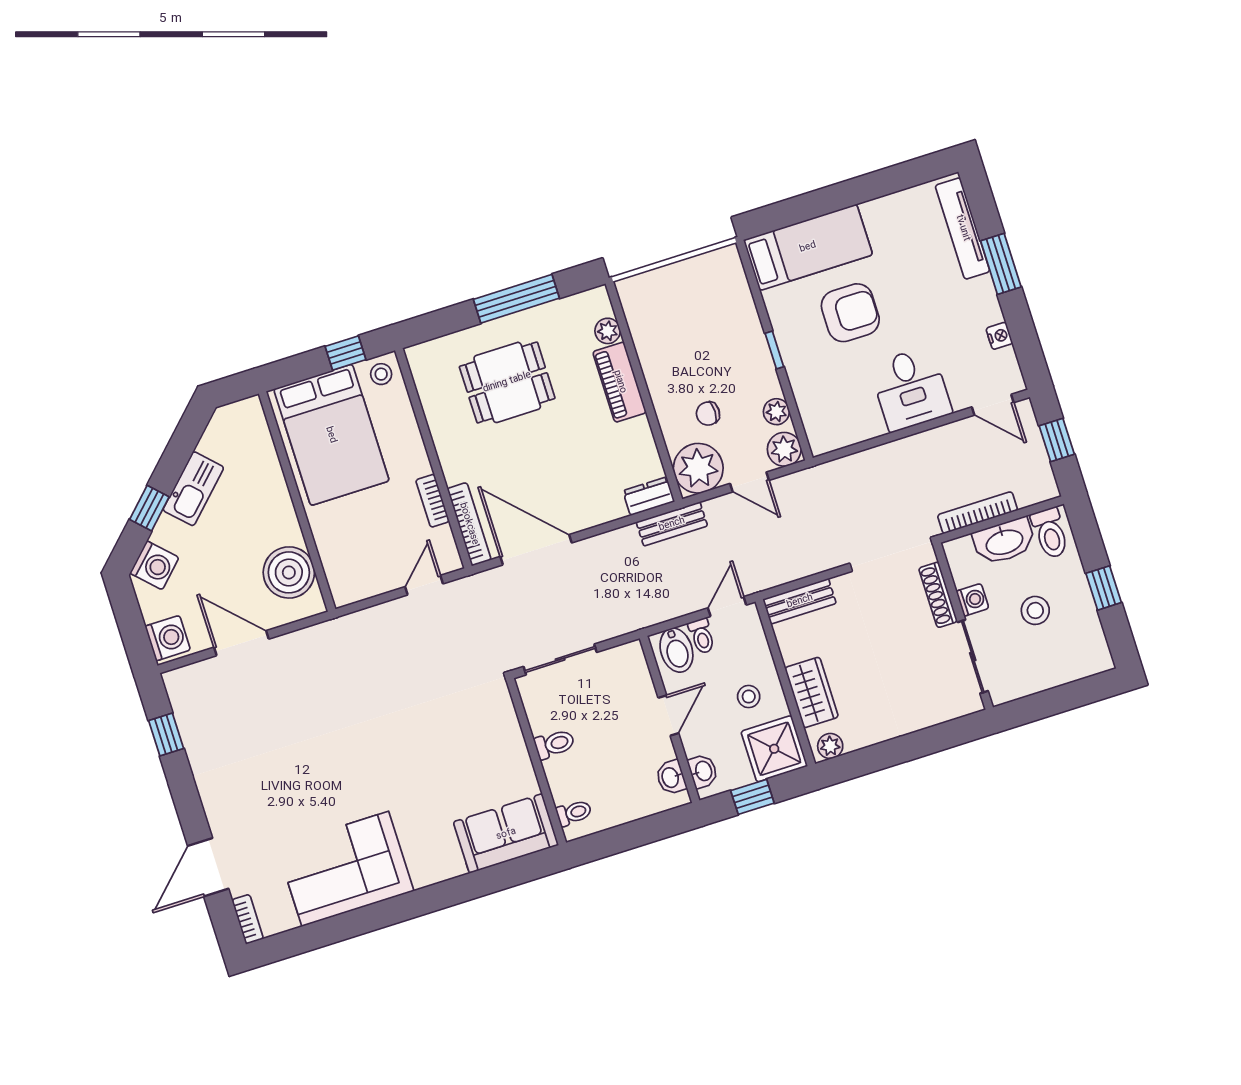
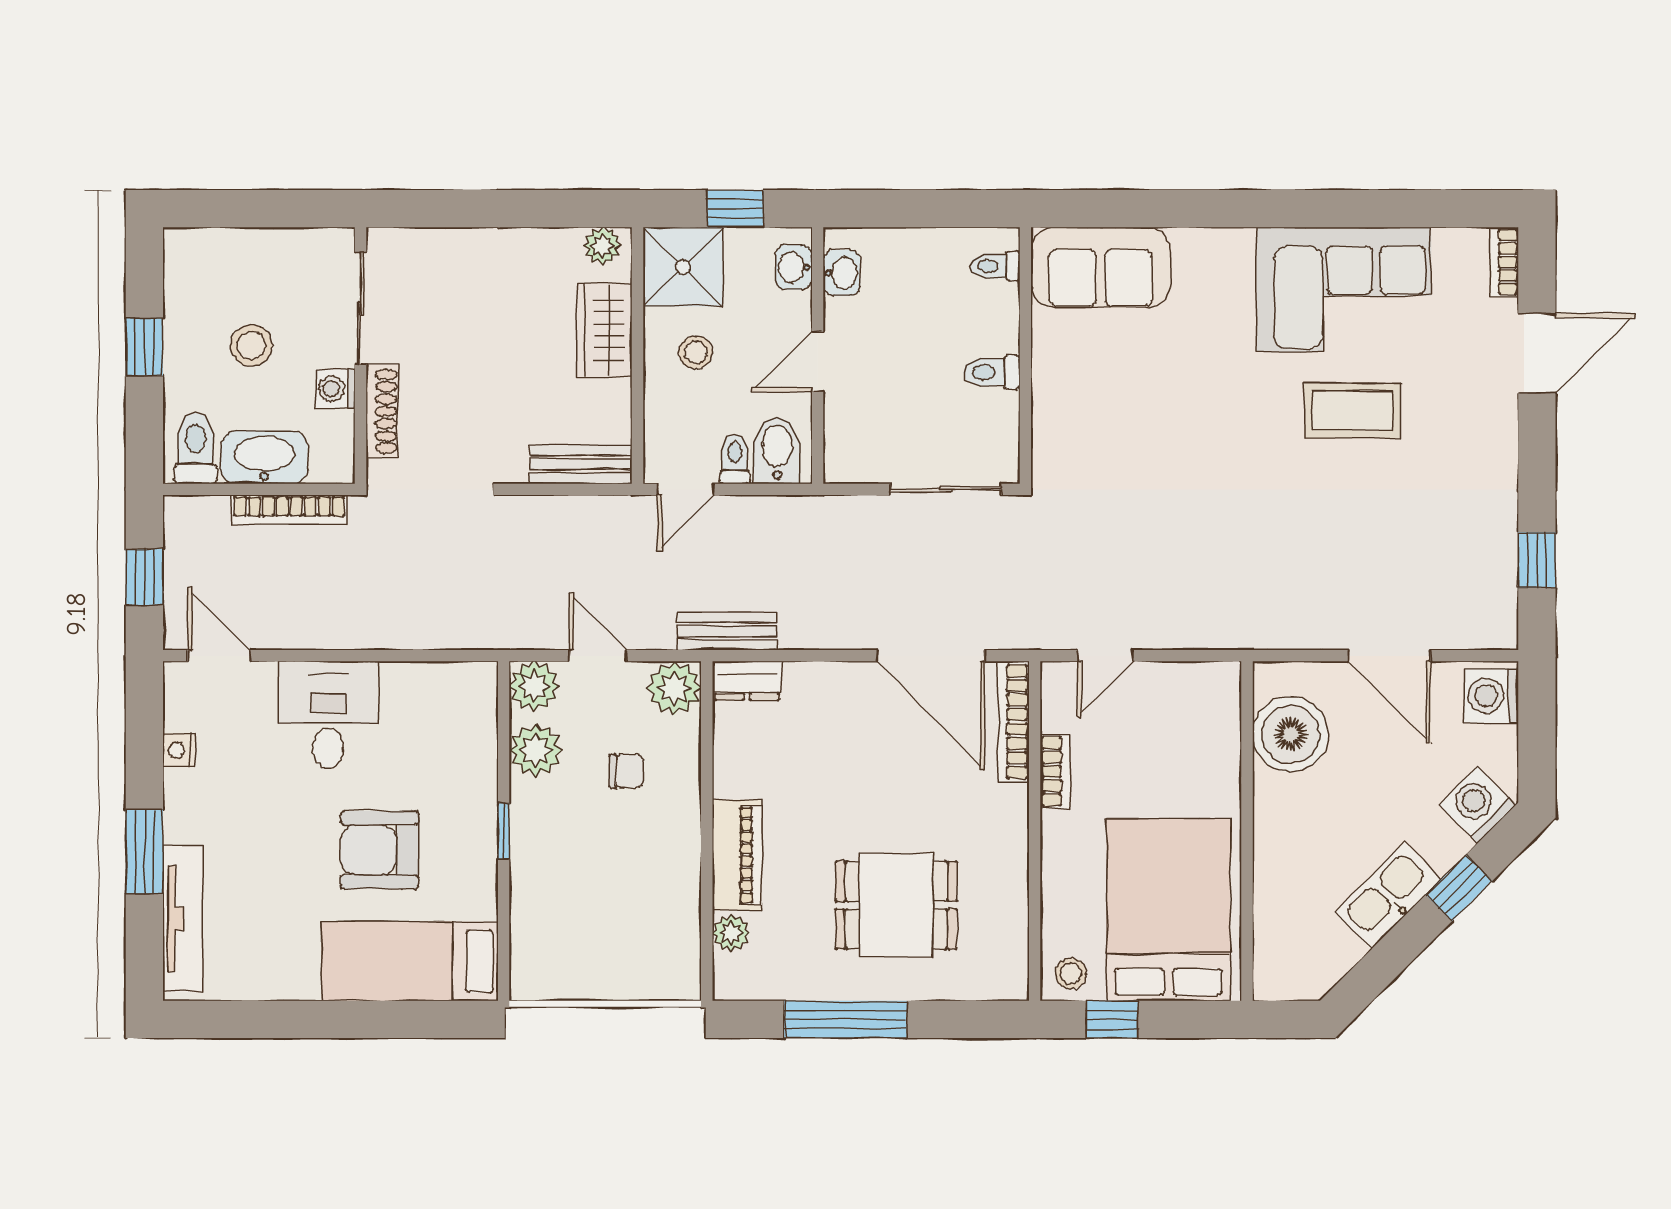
plant: (776, 412) -> (536, 750), width x1.38, depth x1.38
plant: (698, 468) -> (674, 688), width x0.73, depth x0.73
coffee table: (315, 793) -> (1352, 411), added

